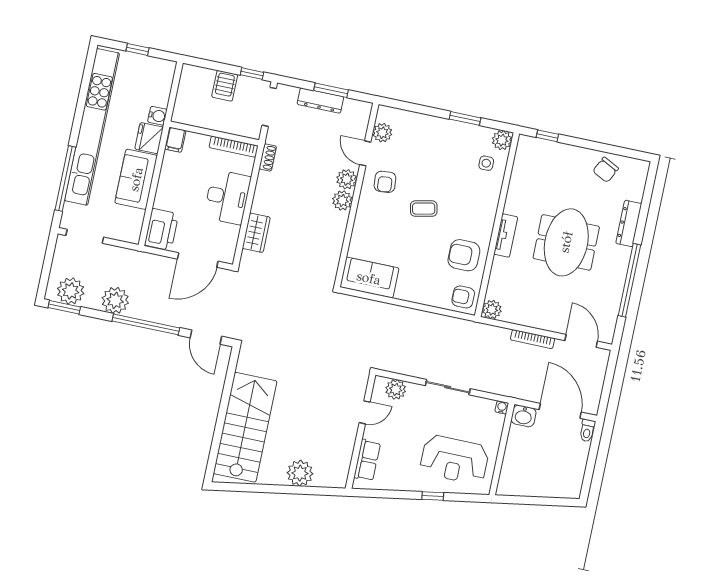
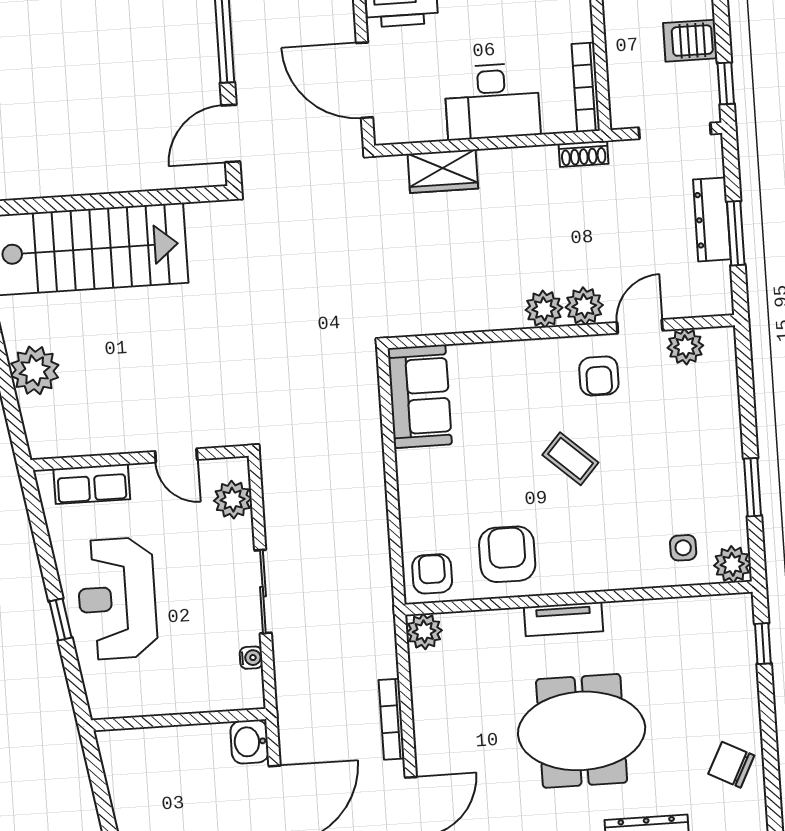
armchair: (385, 182) -> (599, 376), turned -85
coffee table: (424, 209) -> (570, 459), turned -36
water cooler: (502, 407) -> (251, 658), moved
reception desk: (454, 460) -> (117, 599), moved

